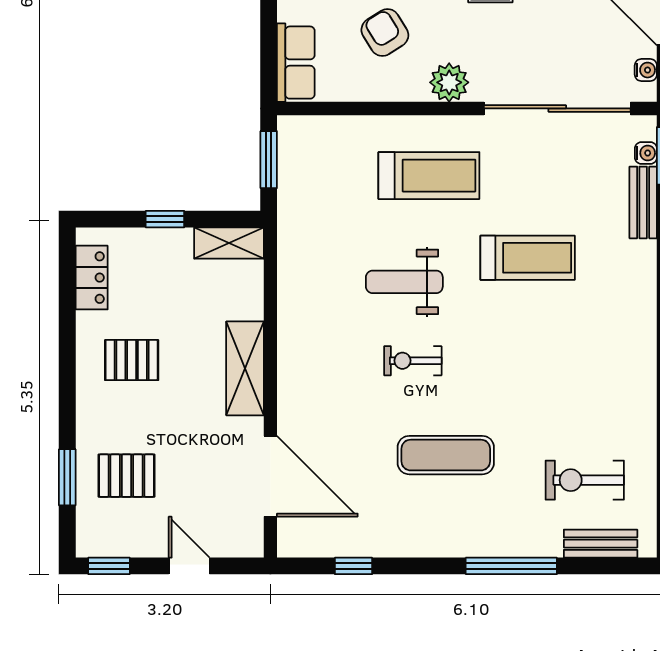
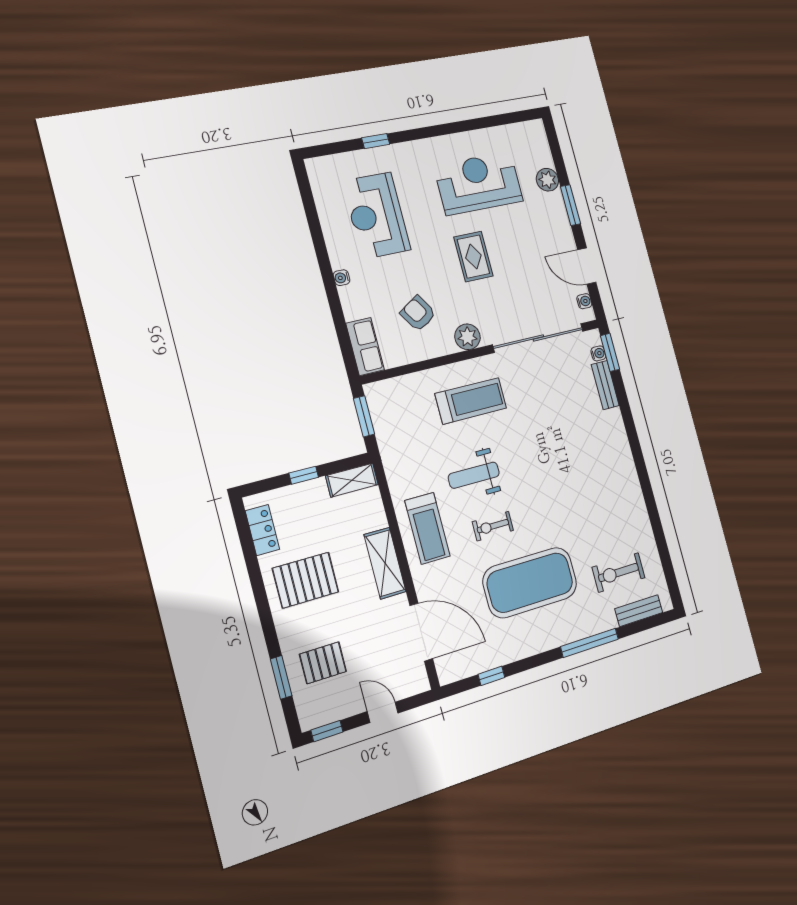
treadmill: (528, 258) -> (427, 528), moved, turned 90
pallet: (132, 360) -> (306, 580), width x1.50, depth x1.42
exercise mat: (446, 455) -> (530, 583), width x2.00, depth x1.45

